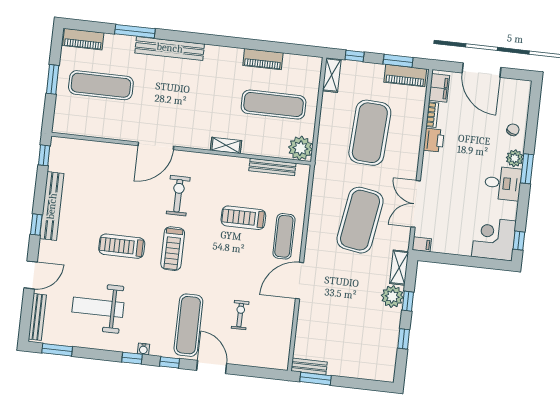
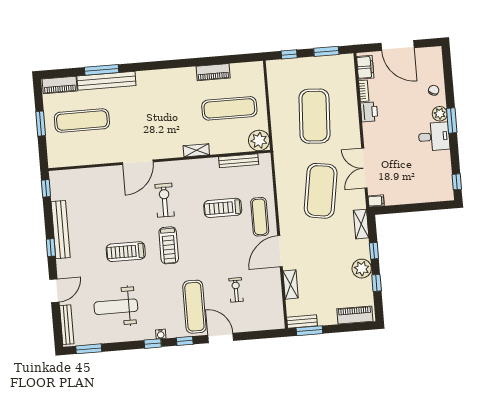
bench: (170, 48) -> (106, 81), moved
shelving: (332, 75) -> (291, 284), moved
piano: (405, 76) -> (355, 315), moved, turned 180
corner desk: (494, 239) -> (436, 184), removed
plant: (392, 296) -> (362, 269), moved

